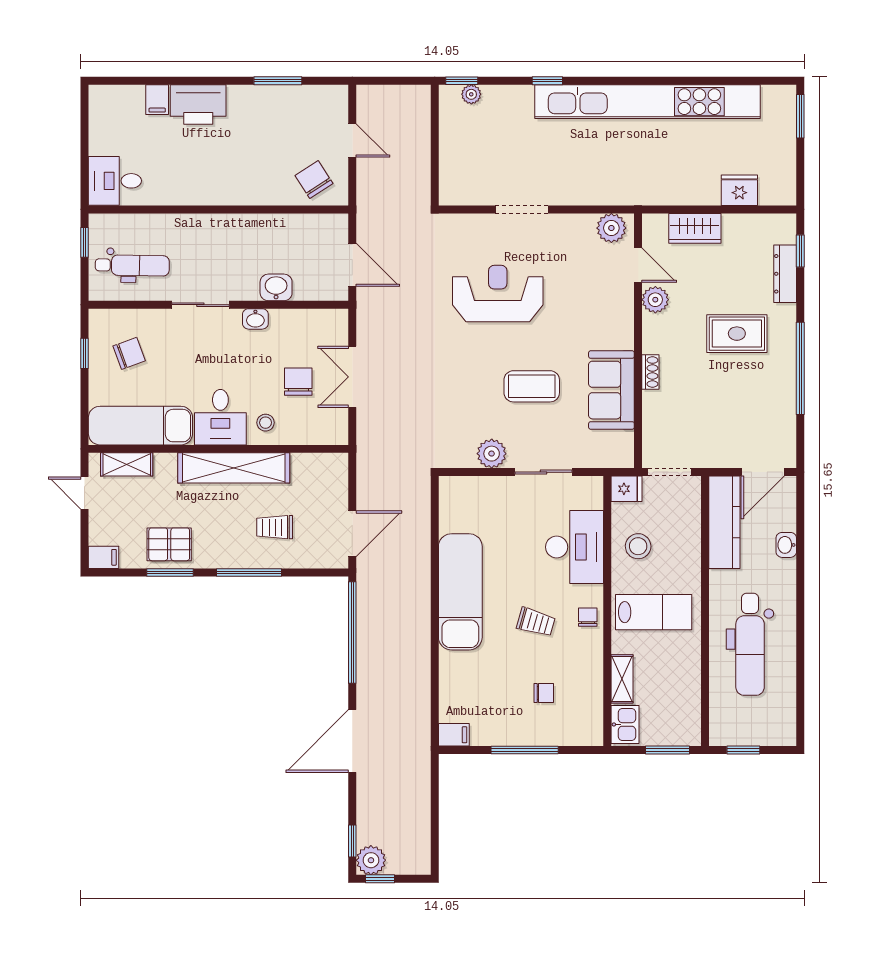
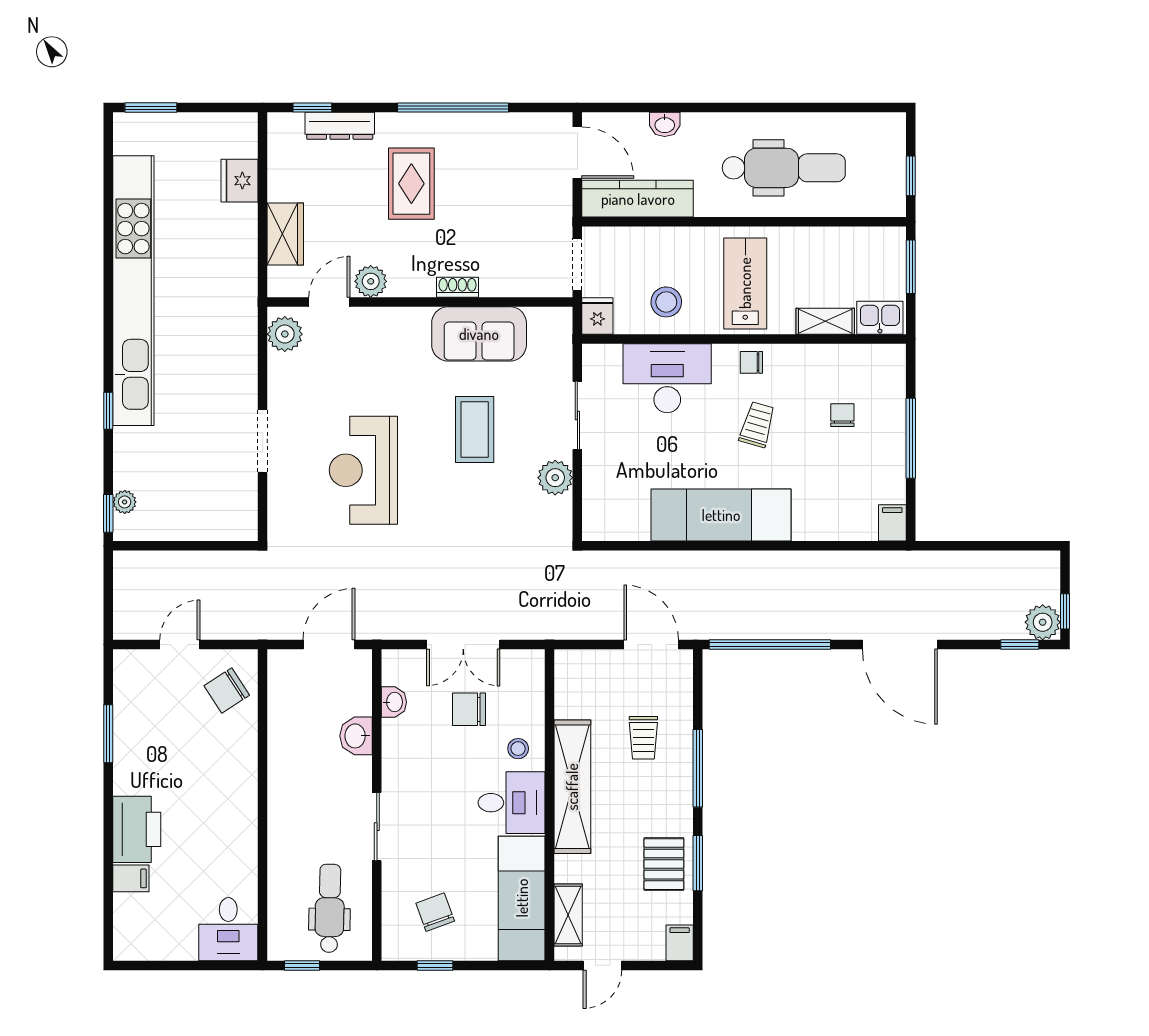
washbasin: (255, 319) -> (394, 702), moved

